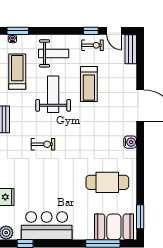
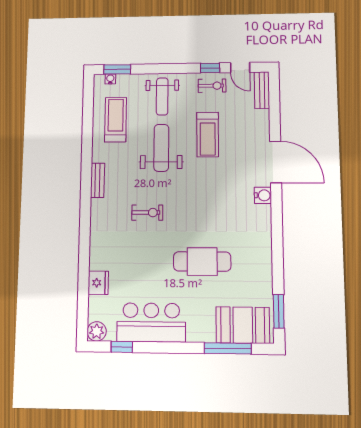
weight bench: (54, 53) -> (162, 96), turned 90
water cooler: (130, 142) -> (263, 195), moved
cafe table: (107, 182) -> (202, 261), moved

